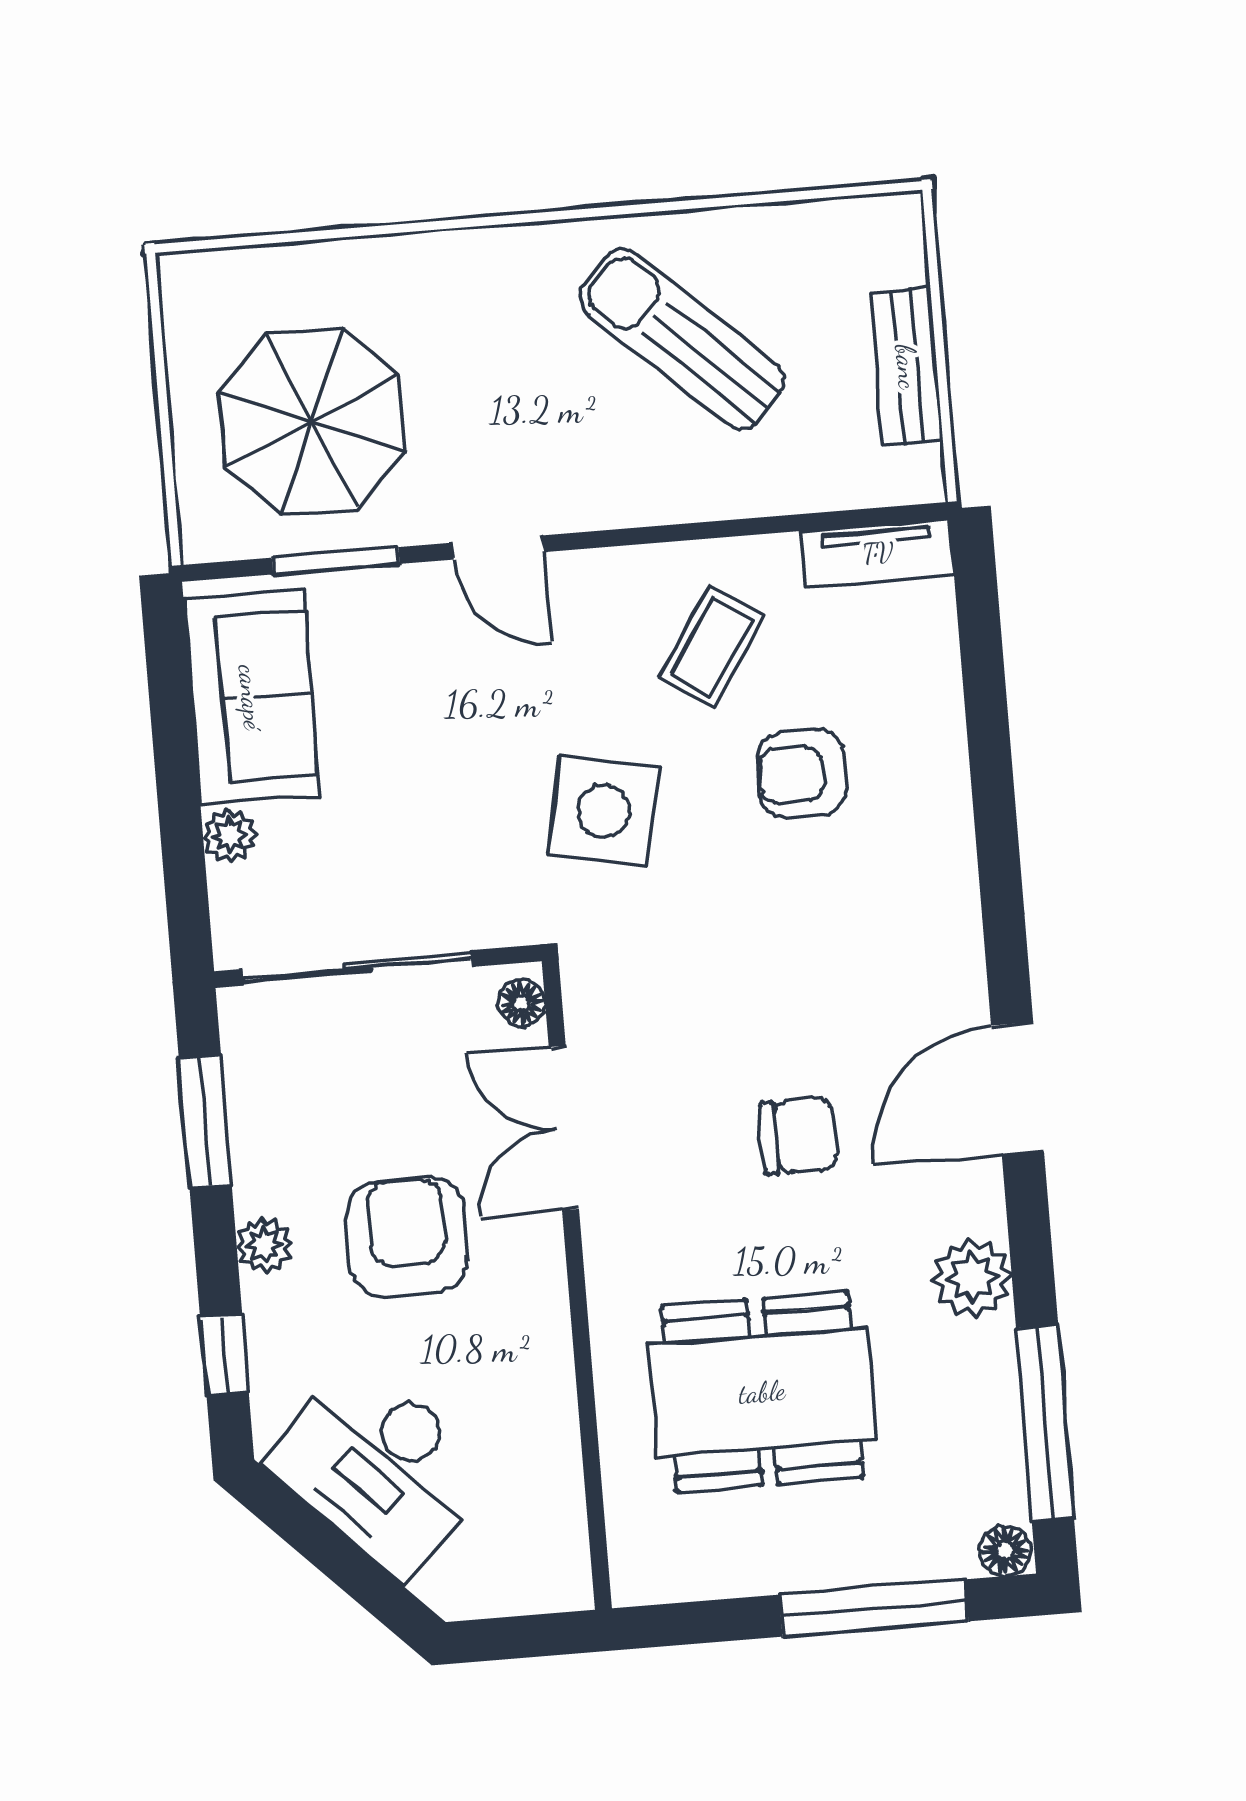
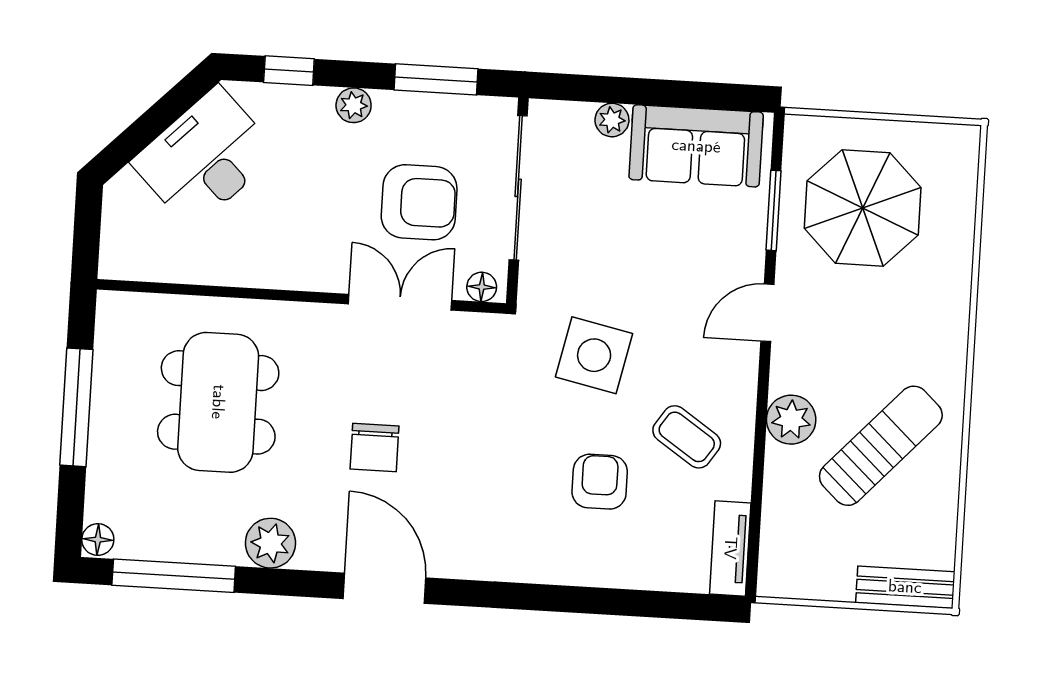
bench: (907, 367) -> (905, 587), moved
plant: (661, 486) -> (791, 420), added
armchair: (407, 1237) -> (419, 202), moved
window: (874, 1608) -> (76, 407), moved

